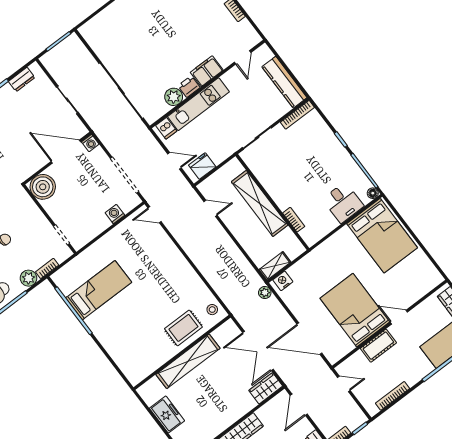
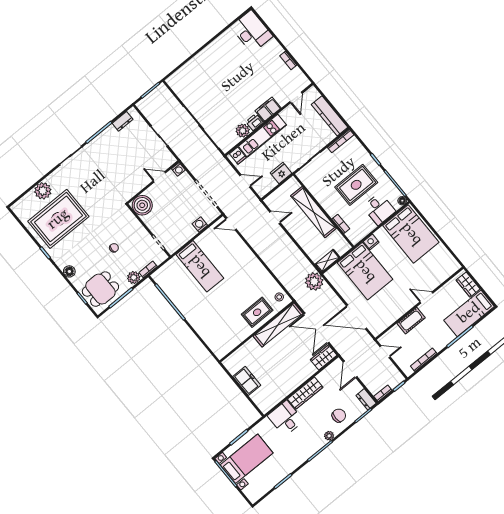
door: (66, 152) -> (159, 177), width x0.53
fridge: (202, 166) -> (281, 173), moved
rug: (315, 171) -> (356, 185), added
nightstand: (283, 281) -> (371, 242), moved
bed: (99, 290) -> (200, 266), moved, turned 90
plant: (265, 293) -> (314, 281), width x1.88, depth x1.88
bed: (355, 310) -> (365, 271), moved, turned 180
shelving: (188, 361) -> (278, 325), moved

